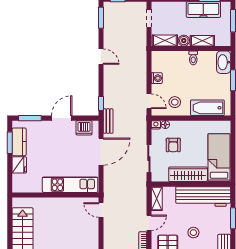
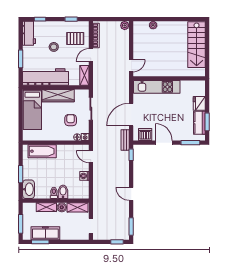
bidet: (182, 59) -> (63, 192), added
stool: (175, 102) -> (69, 156), removed
door: (62, 118) -> (164, 143), swing flipped
door: (101, 210) -> (131, 66), hinge flipped

